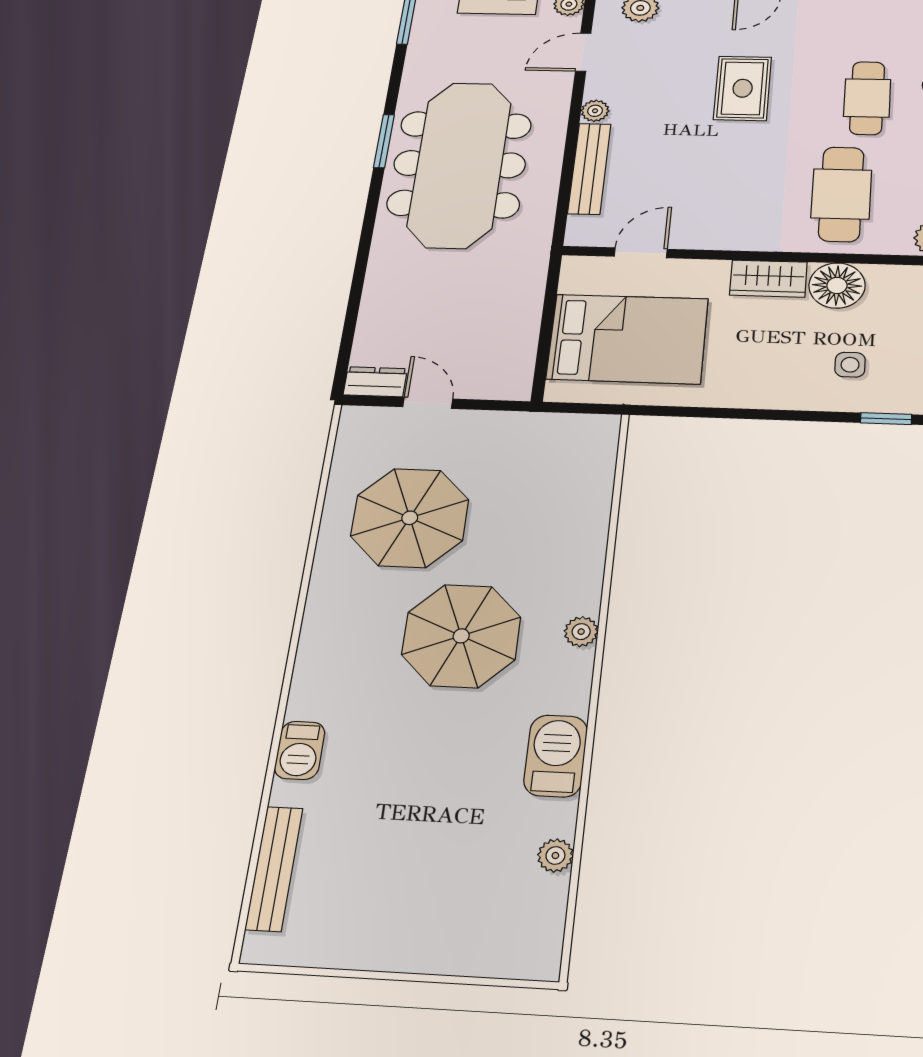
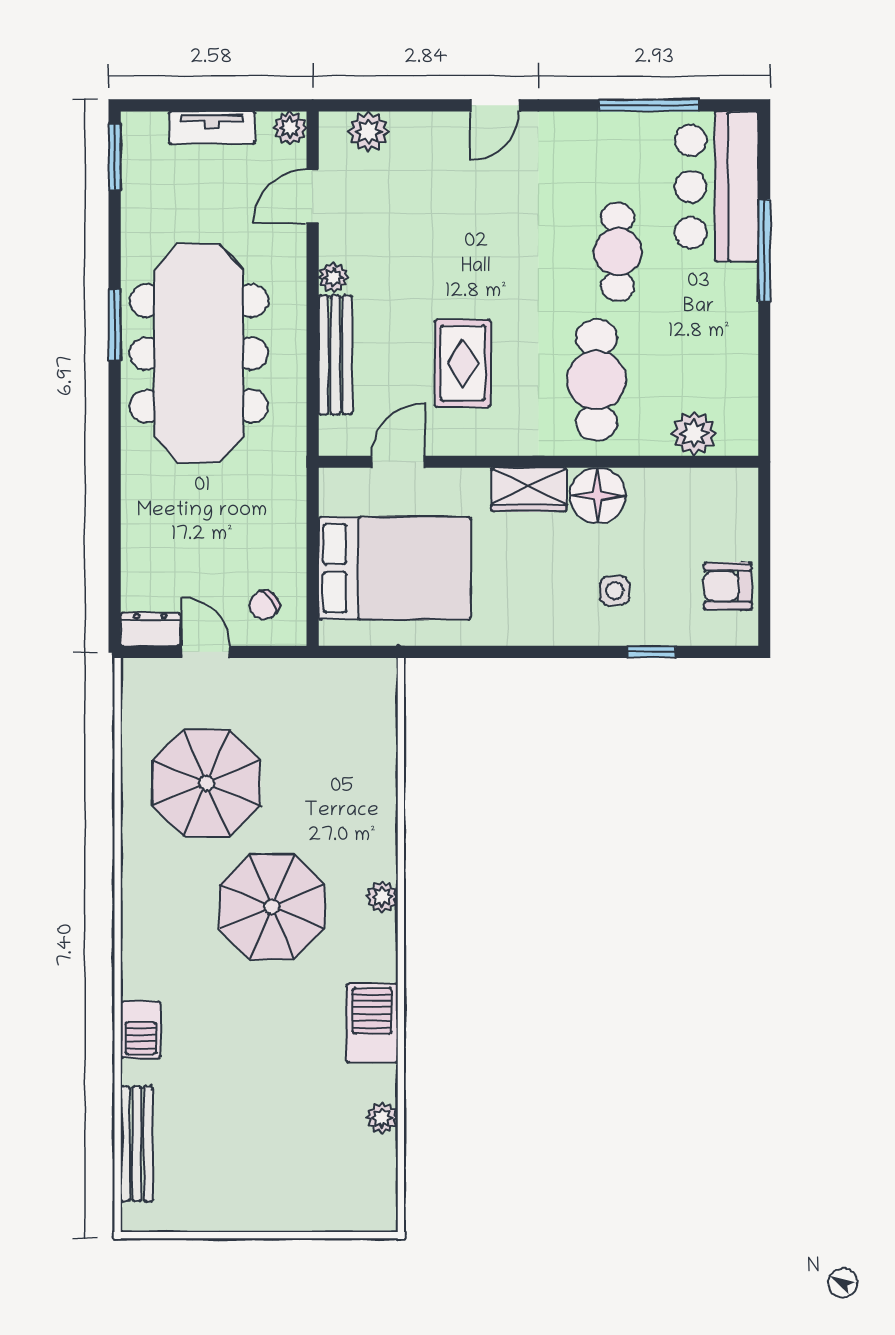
rug: (743, 88) -> (463, 363), moved
chair: (492, 365) -> (264, 605), added

